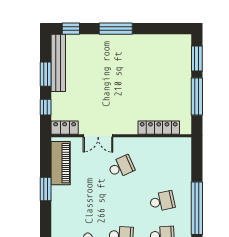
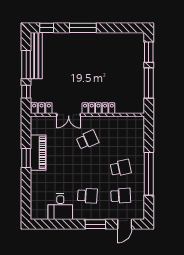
window: (46, 74) -> (26, 65), width x1.44
locker: (159, 128) -> (98, 108), moved
piano: (61, 163) -> (38, 153), moved

